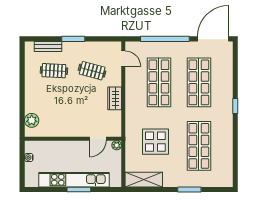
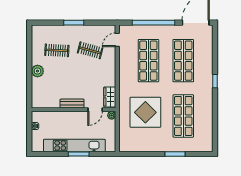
bench: (48, 46) -> (72, 104), moved
door: (123, 59) -> (117, 40), swing flipped
wardrobe: (115, 98) -> (110, 97), moved
plant: (32, 120) -> (37, 71), moved
display table: (155, 142) -> (145, 112), width x1.36, depth x1.36
shelving: (144, 180) -> (135, 145), removed

